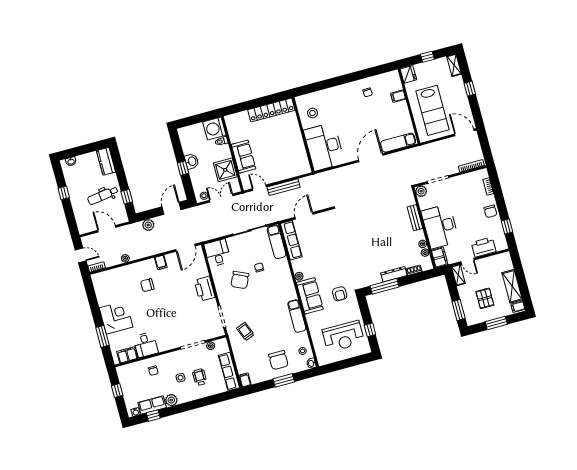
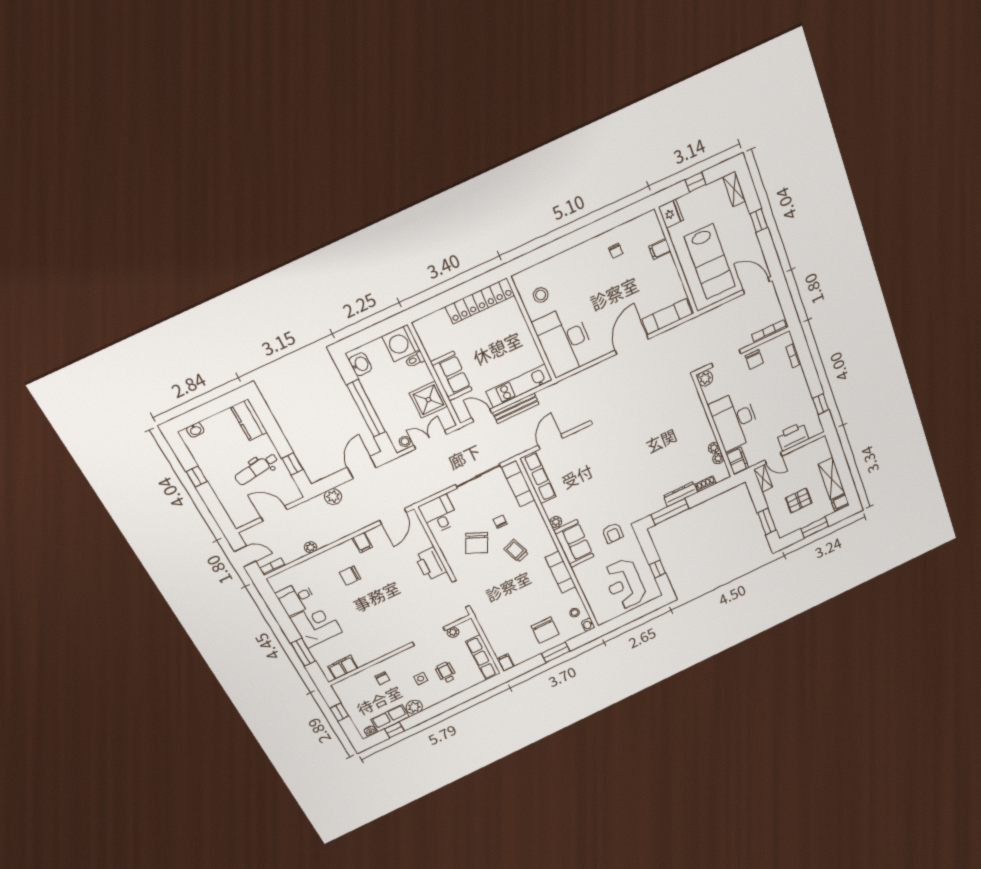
washbasin: (192, 161) -> (360, 364), moved
window: (183, 168) -> (366, 408), width x3.17
kitchen unit: (288, 172) -> (519, 386), added
chair: (490, 211) -> (754, 359), moved
bench: (415, 218) -> (700, 415), removed
pallet: (485, 298) -> (799, 500), turned 90
trolley: (245, 332) -> (516, 551), moved
reception desk: (343, 336) -> (625, 584), turned 90
desk: (146, 345) -> (296, 598), moved, turned 90

